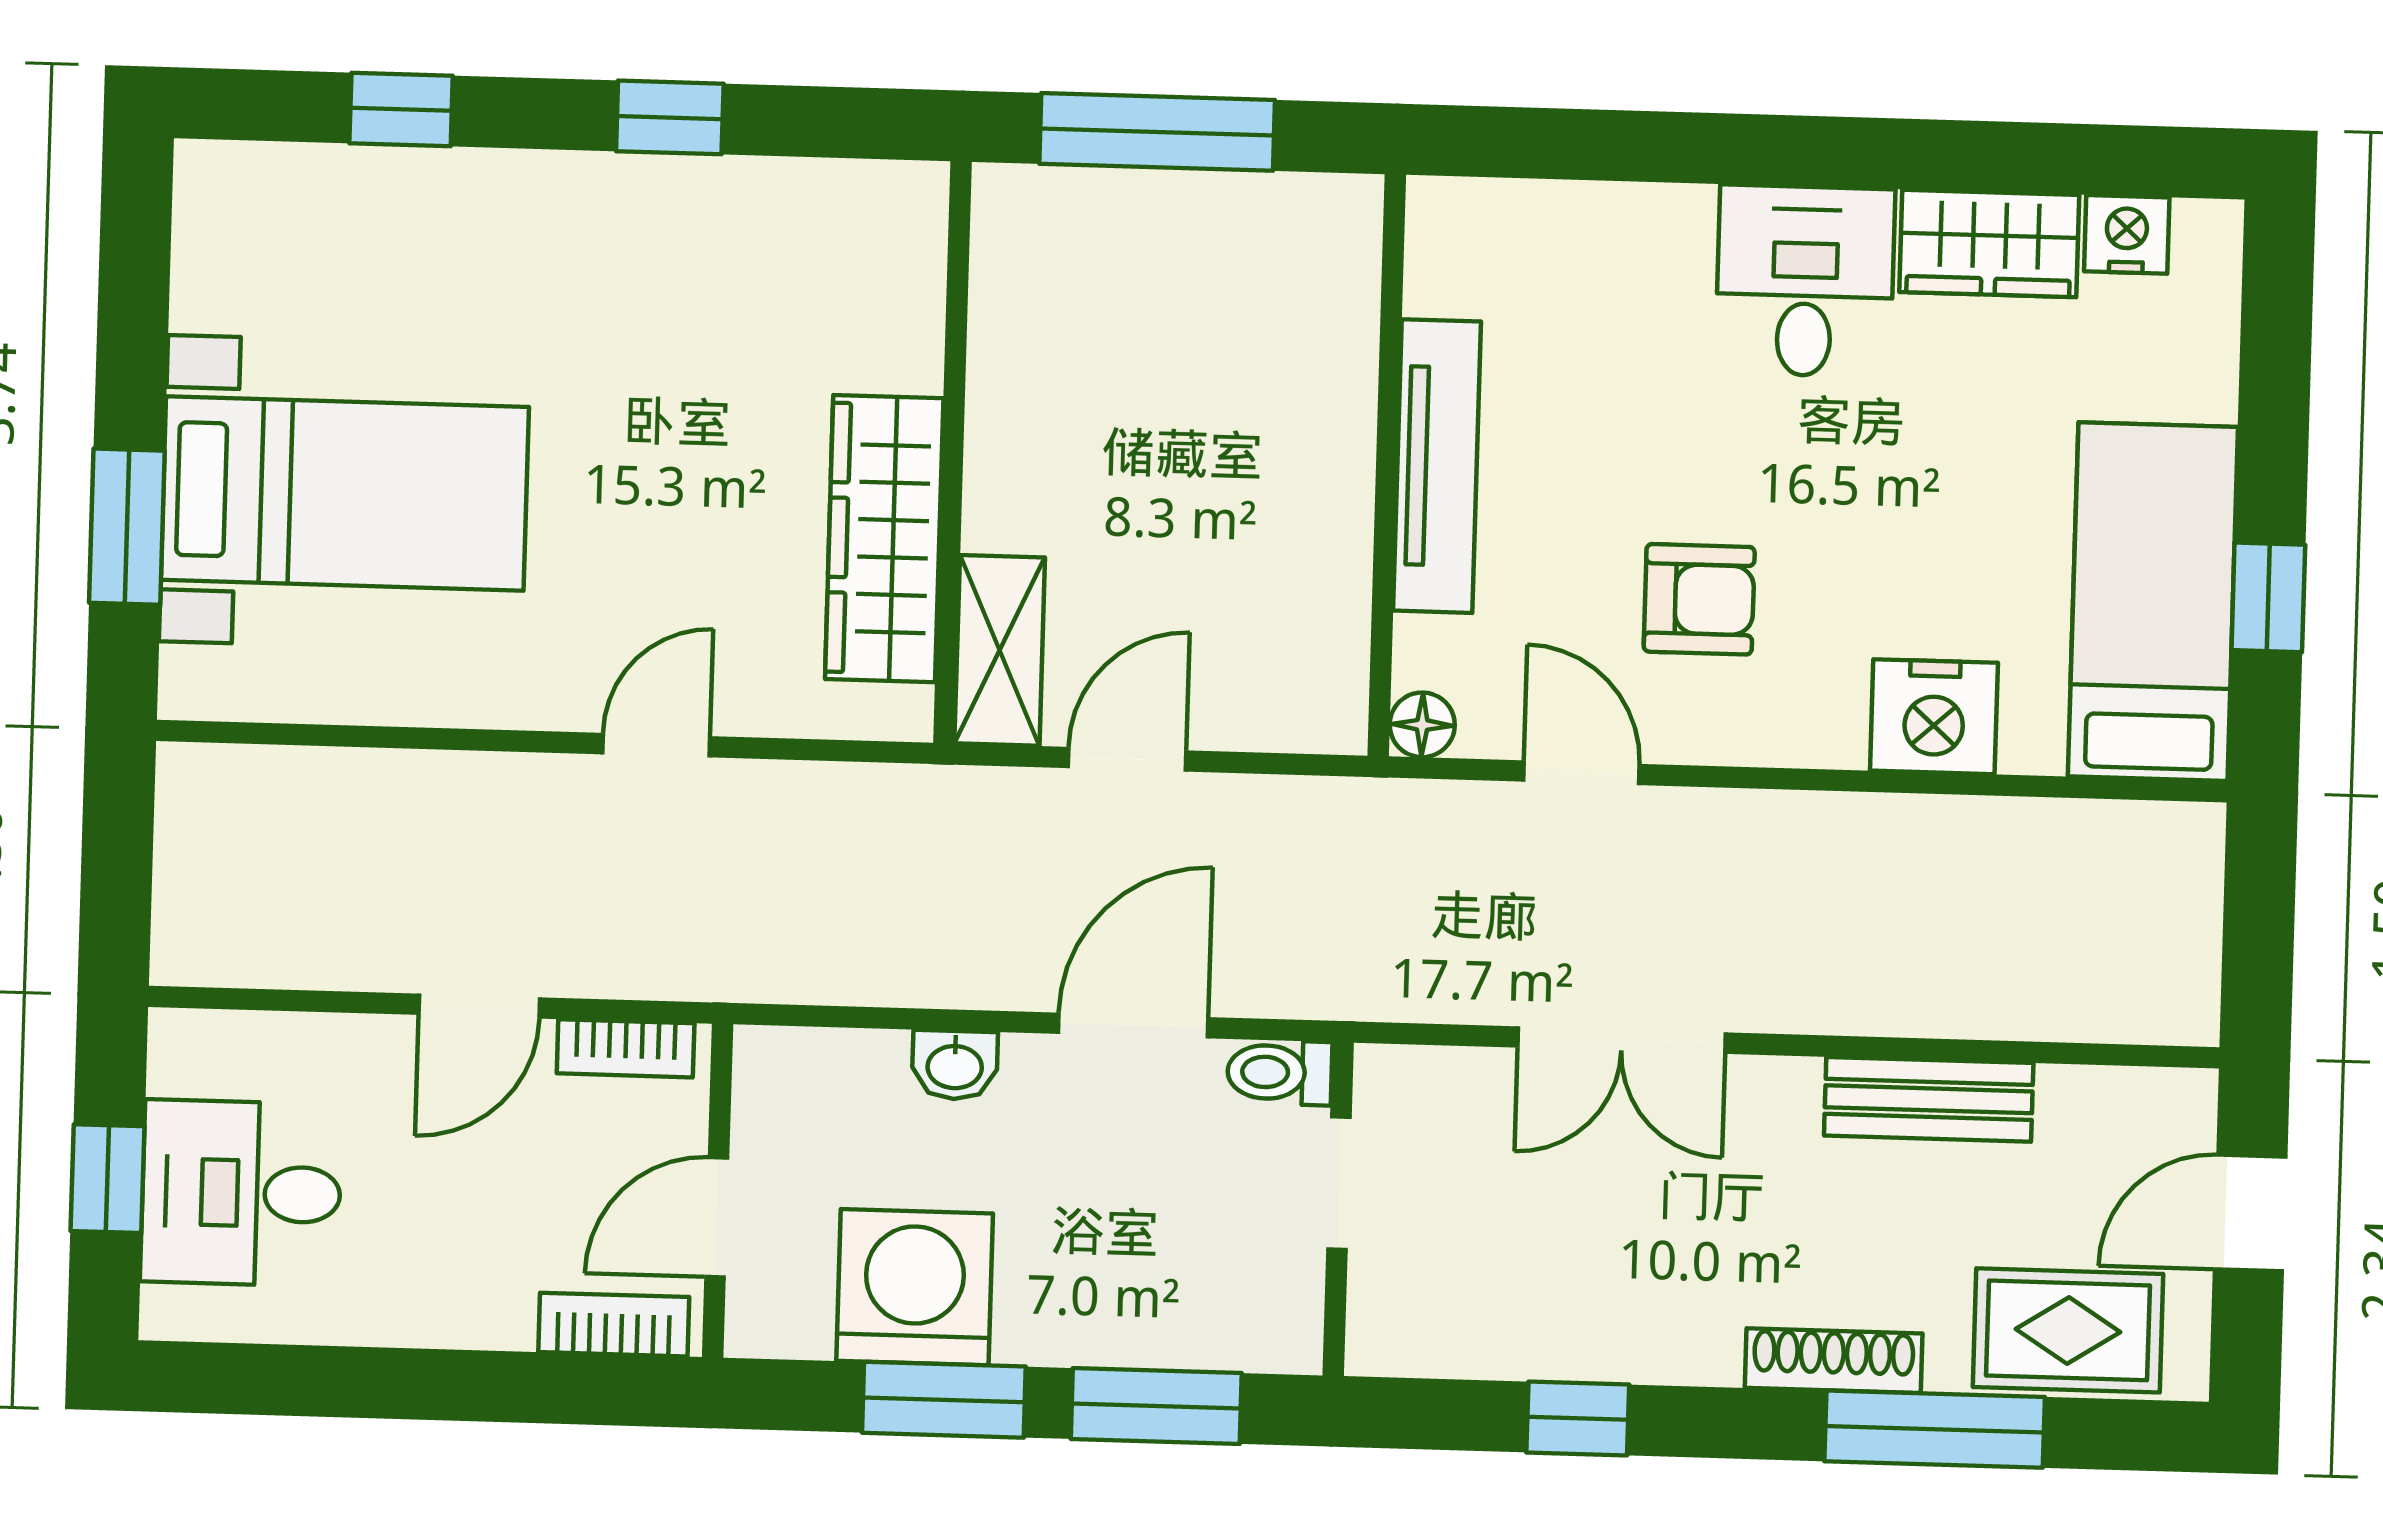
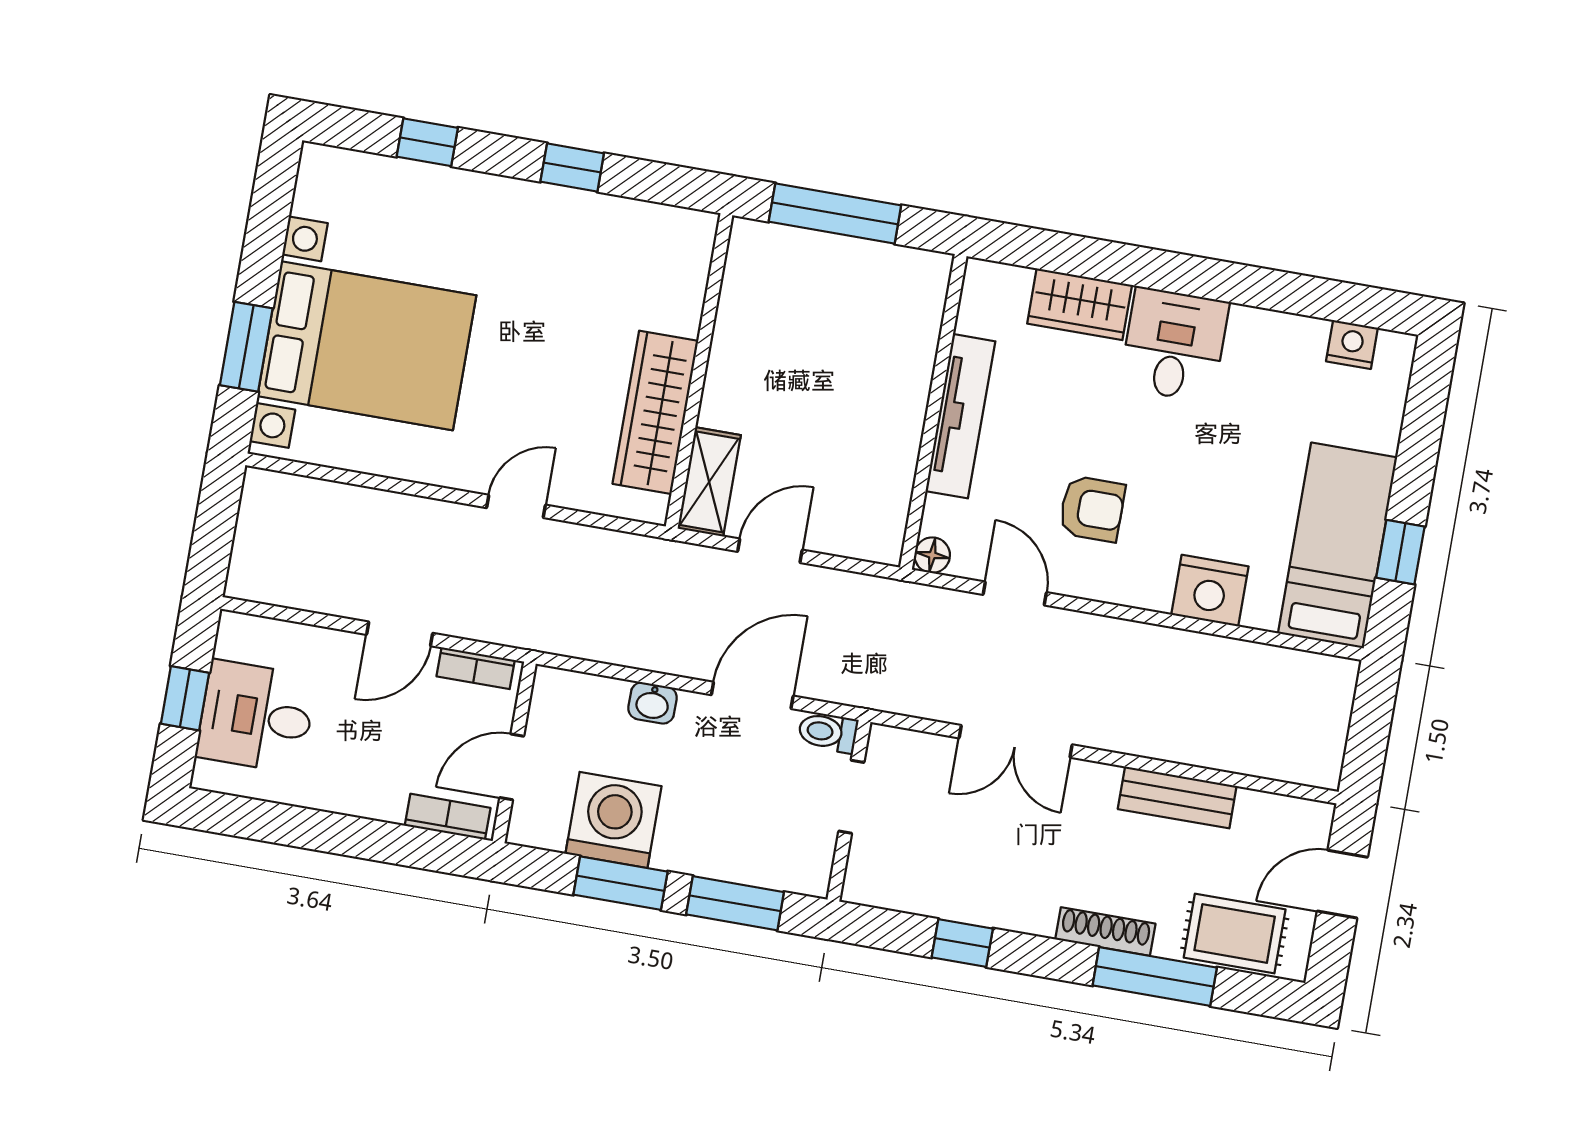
wardrobe: (1989, 243) -> (1080, 304), moved
bed with nightstands: (345, 493) -> (367, 346), width x1.36

